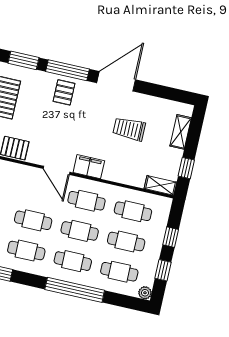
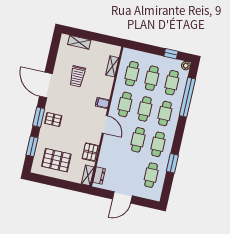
window: (68, 70) -> (39, 117), width x0.69
filing cabinet: (89, 167) -> (102, 103), width x0.50
window: (186, 168) -> (103, 38), removed
door: (57, 170) -> (105, 124), hinge flipped
shelving: (160, 185) -> (112, 66), moved
window: (171, 237) -> (149, 49), removed
window: (75, 290) -> (187, 97), moved

